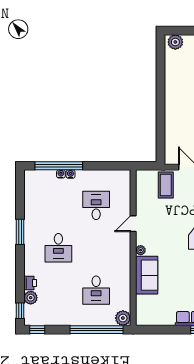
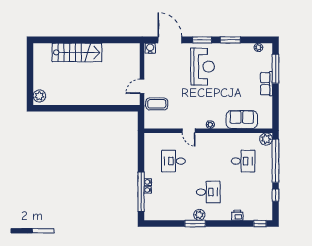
sofa: (147, 275) -> (242, 119), moved
plant: (31, 298) -> (199, 215), moved
window: (37, 330) -> (276, 195), moved

